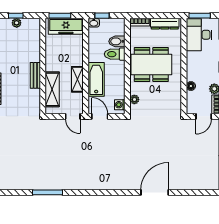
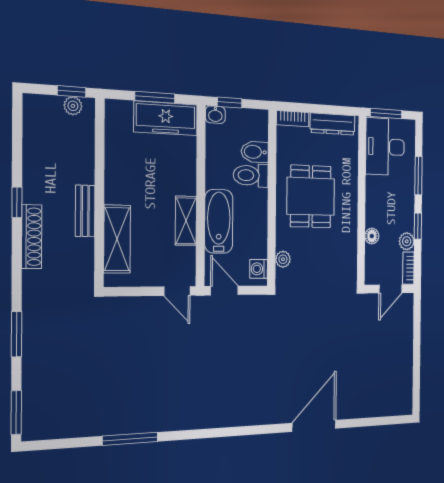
dining table: (151, 65) -> (311, 196), width x0.73
wall: (43, 66) -> (99, 193), moved
bench: (35, 75) -> (85, 211), moved
shelving: (52, 89) -> (117, 239), moved

